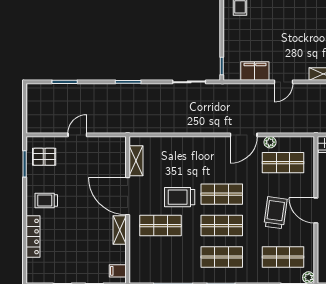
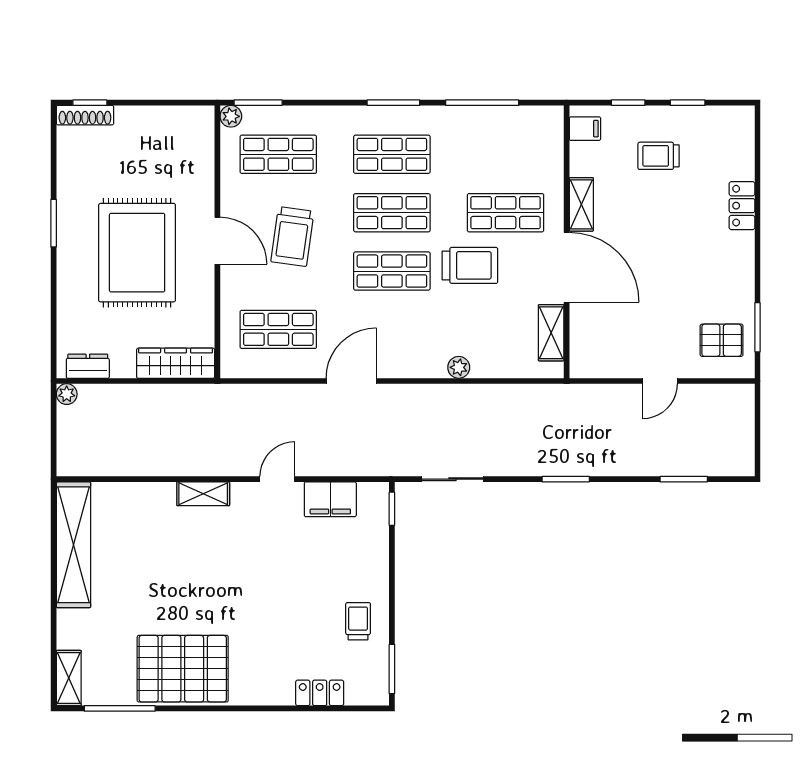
plant: (270, 142) -> (459, 367), moved
trolley: (46, 200) -> (659, 156), moved, turned 180
locker: (33, 237) -> (742, 206), width x0.66

